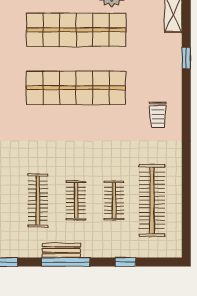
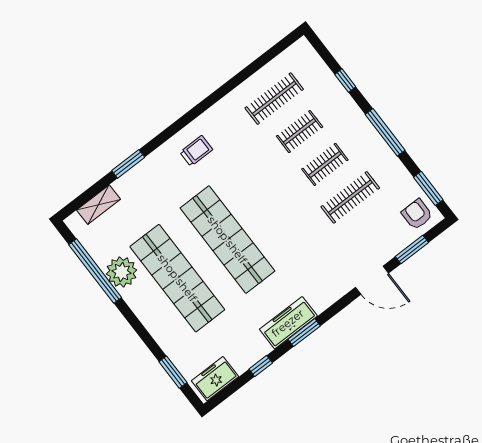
window: (186, 58) -> (128, 164), width x1.50
clothes rail: (152, 200) -> (274, 99), width x0.73, depth x0.76
bench: (61, 250) -> (378, 144), removed

